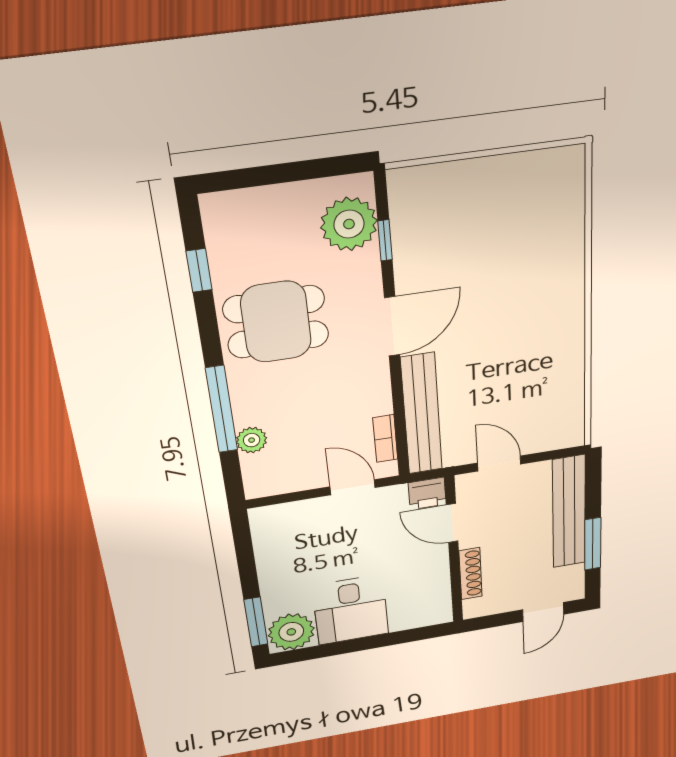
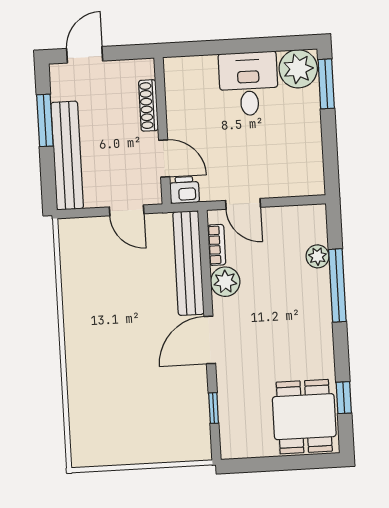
plant: (349, 224) -> (225, 282), moved, width x0.73, depth x0.73
dining table: (276, 322) -> (304, 417), moved, turned 90

